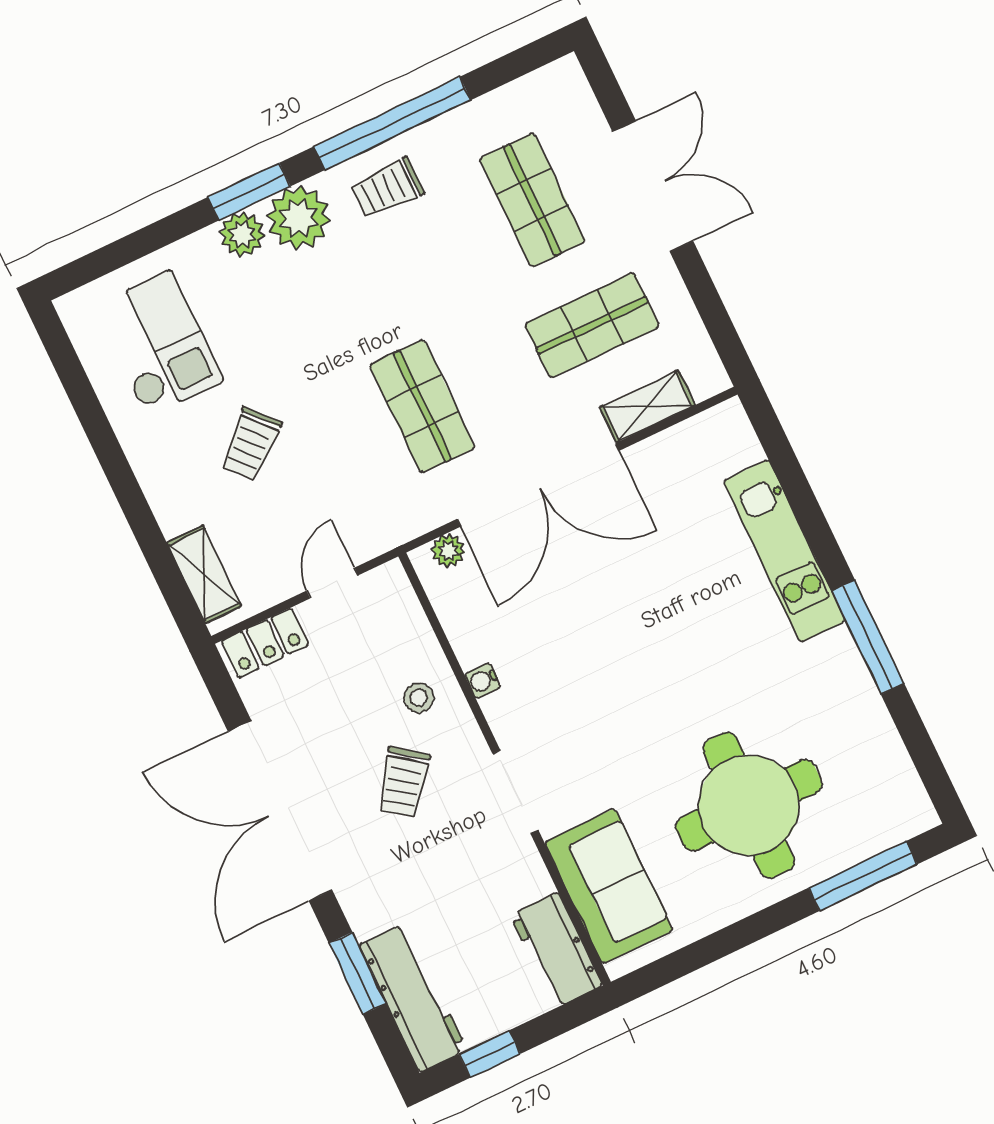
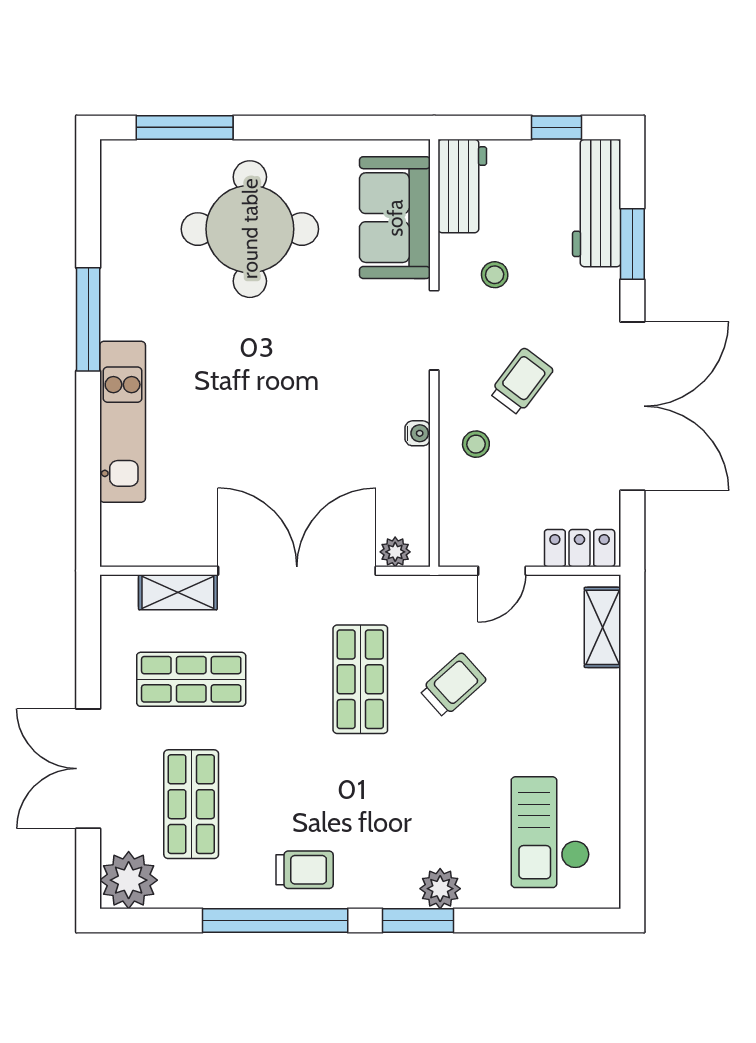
plant: (298, 218) -> (129, 880), moved
trolley: (251, 444) -> (453, 685), moved
stool: (481, 877) -> (495, 275), added

